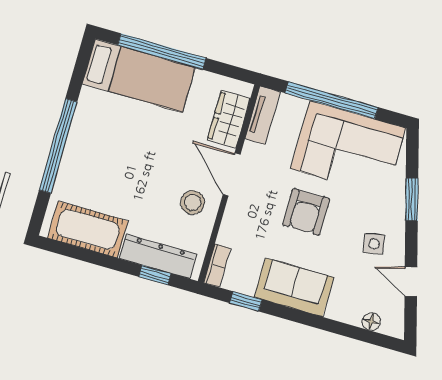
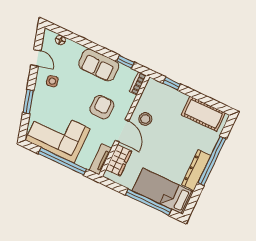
armchair: (306, 212) -> (102, 107), moved
dresser: (158, 256) -> (196, 170), moved, turned 90

